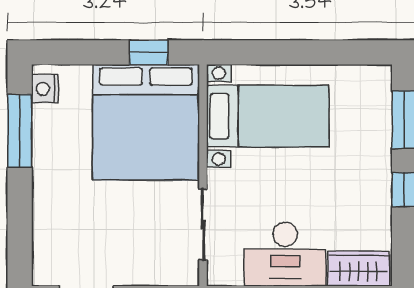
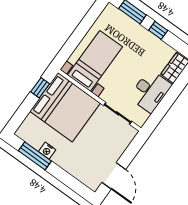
nightstand: (45, 89) -> (47, 151), moved

